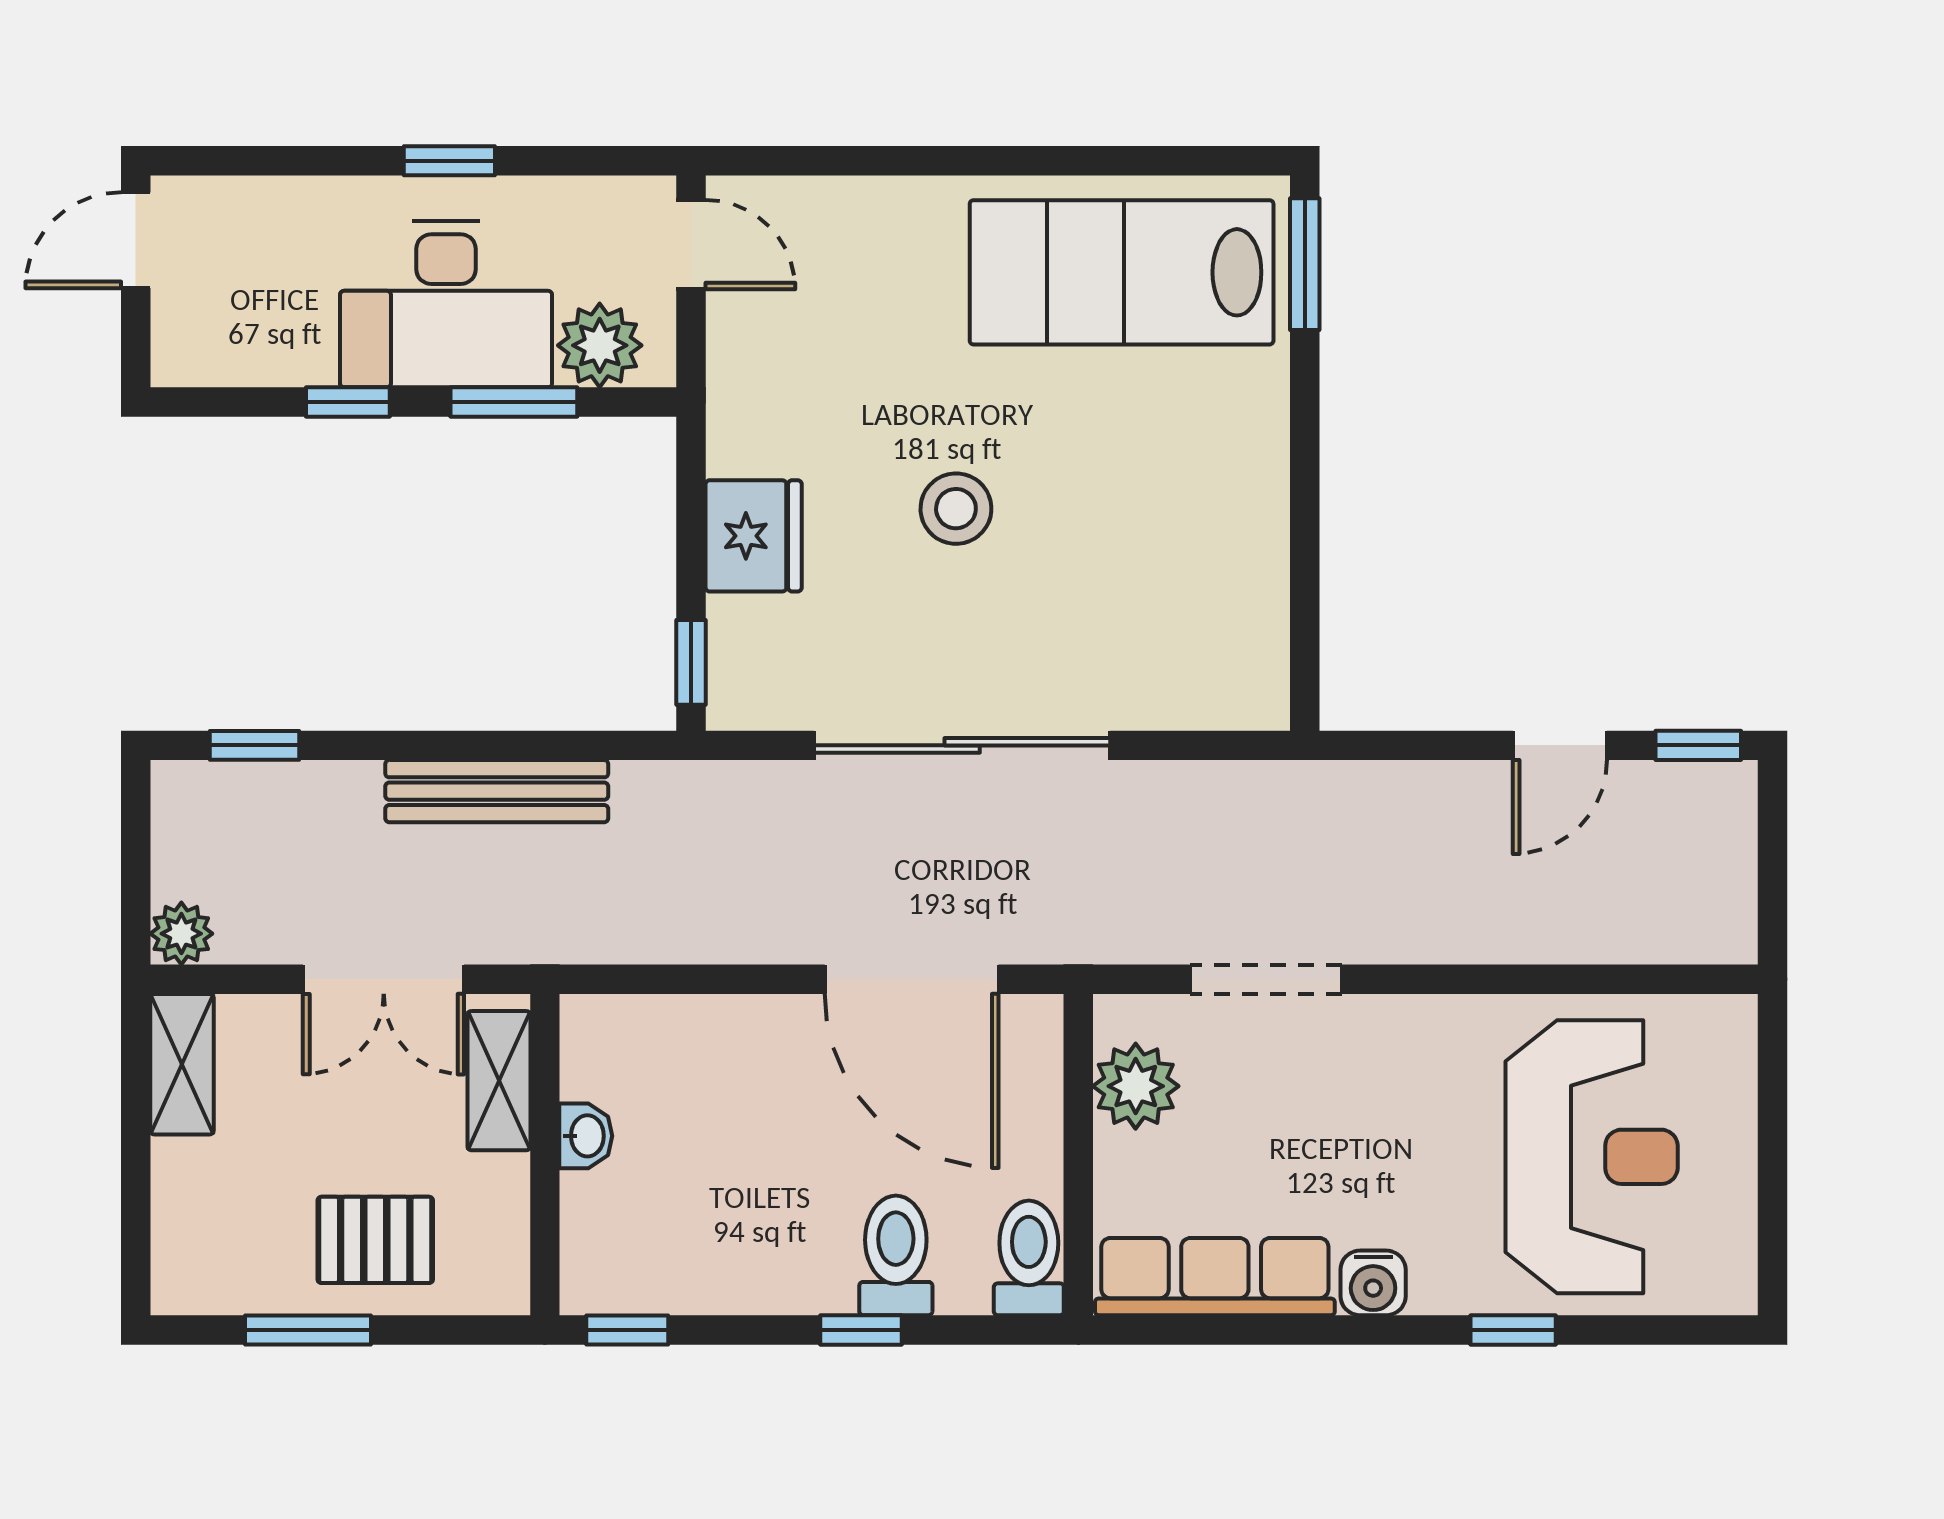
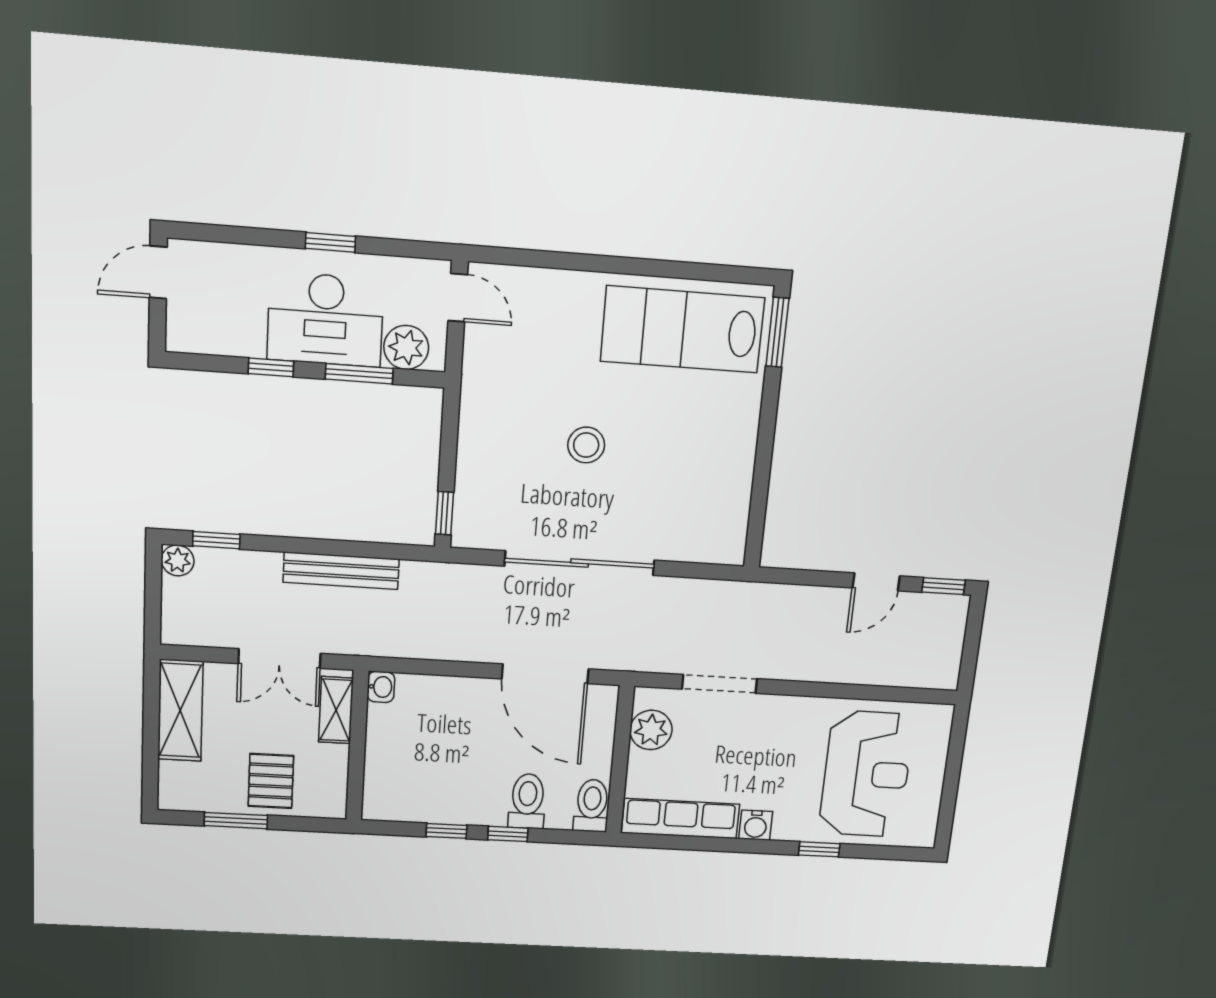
fridge: (754, 536) -> (481, 452), removed
plant: (181, 934) -> (178, 560), moved
shelving: (182, 1064) -> (180, 710), width x1.50, depth x1.33
washbasin: (586, 1136) -> (381, 687), moved
pallet: (375, 1240) -> (271, 781), turned 90
window: (627, 1330) -> (446, 831), moved

